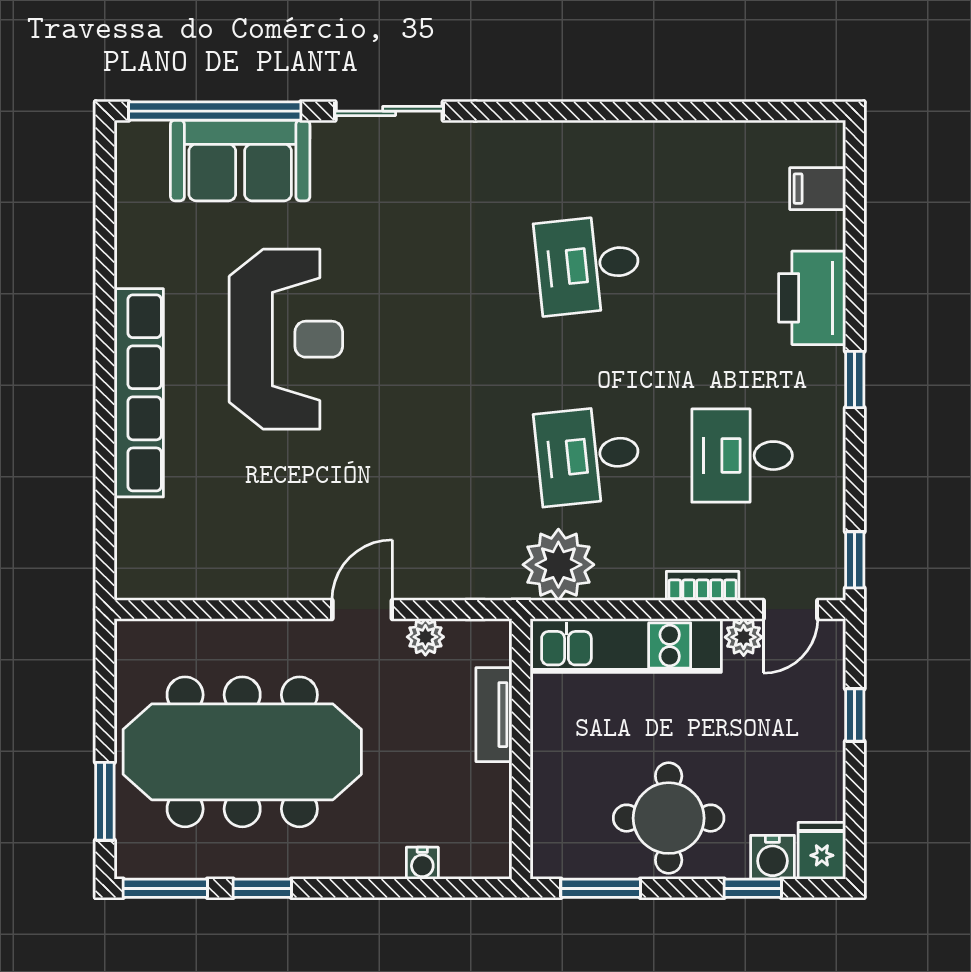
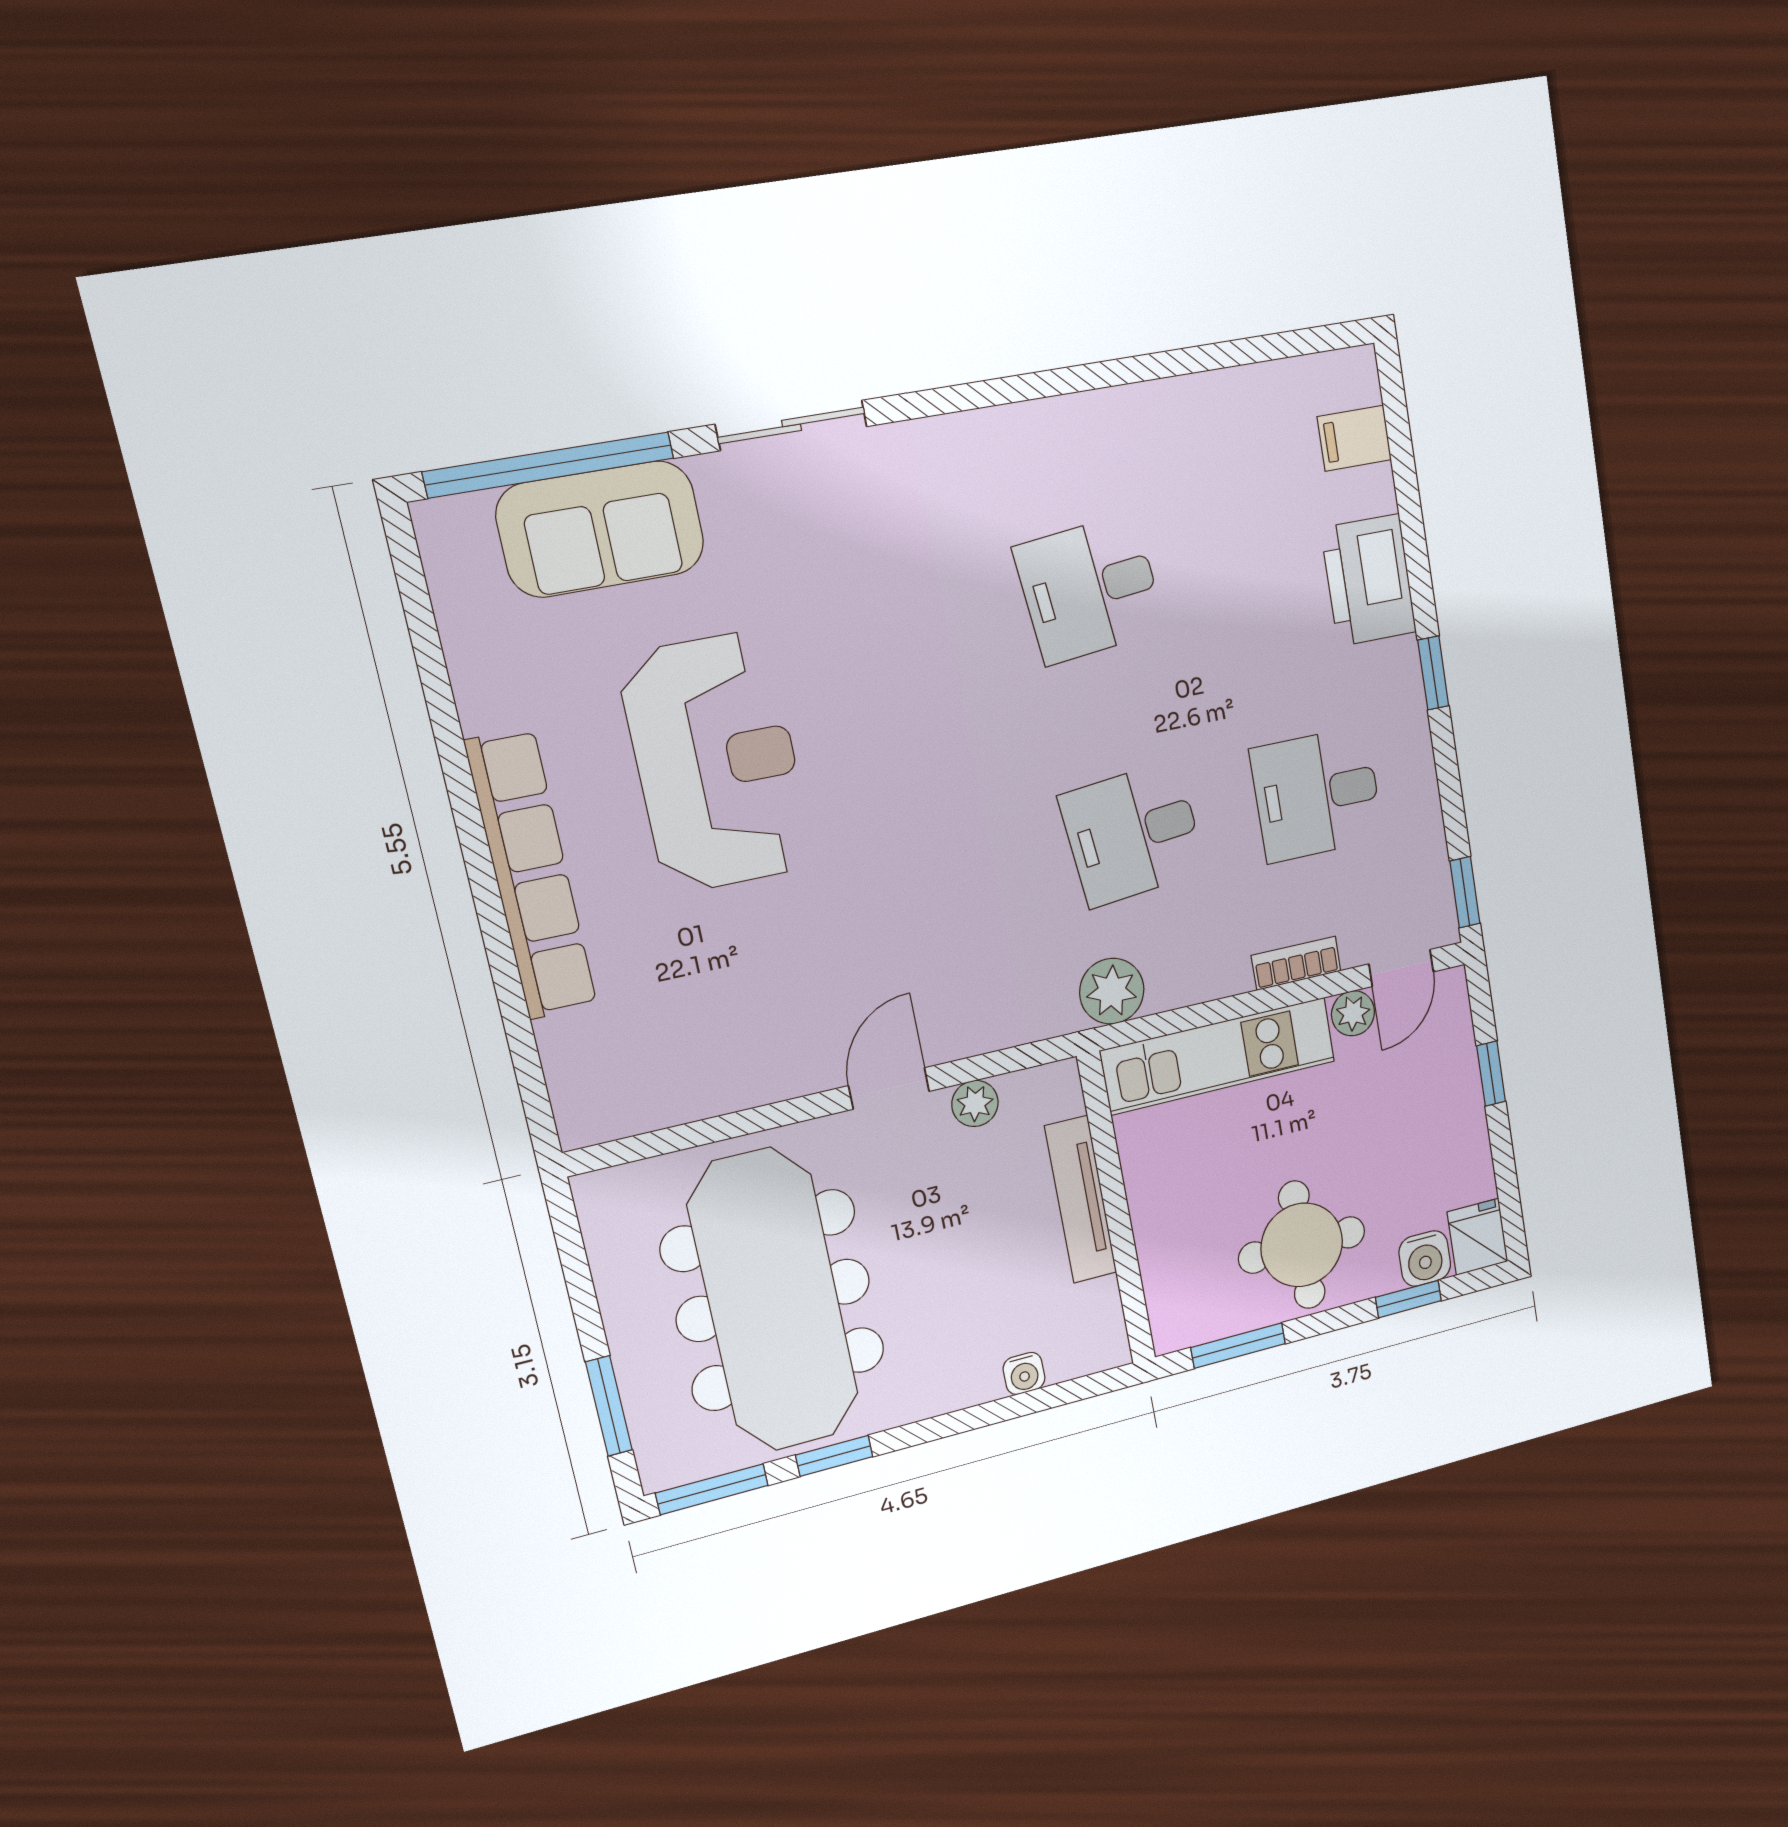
plant: (558, 565) -> (1112, 991), width x0.73, depth x0.73
tv unit: (494, 715) -> (1081, 1200), width x1.41
meeting table: (242, 752) -> (773, 1300), turned 90

